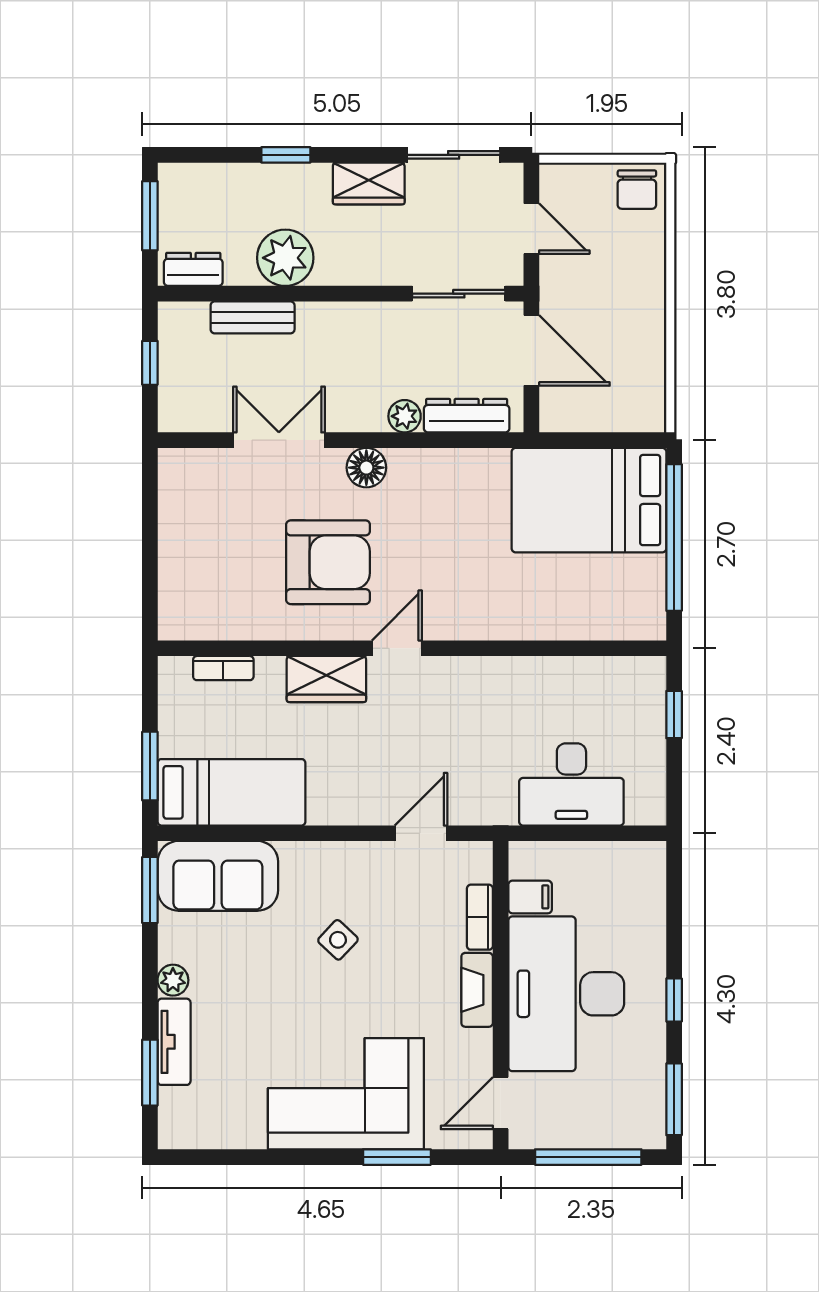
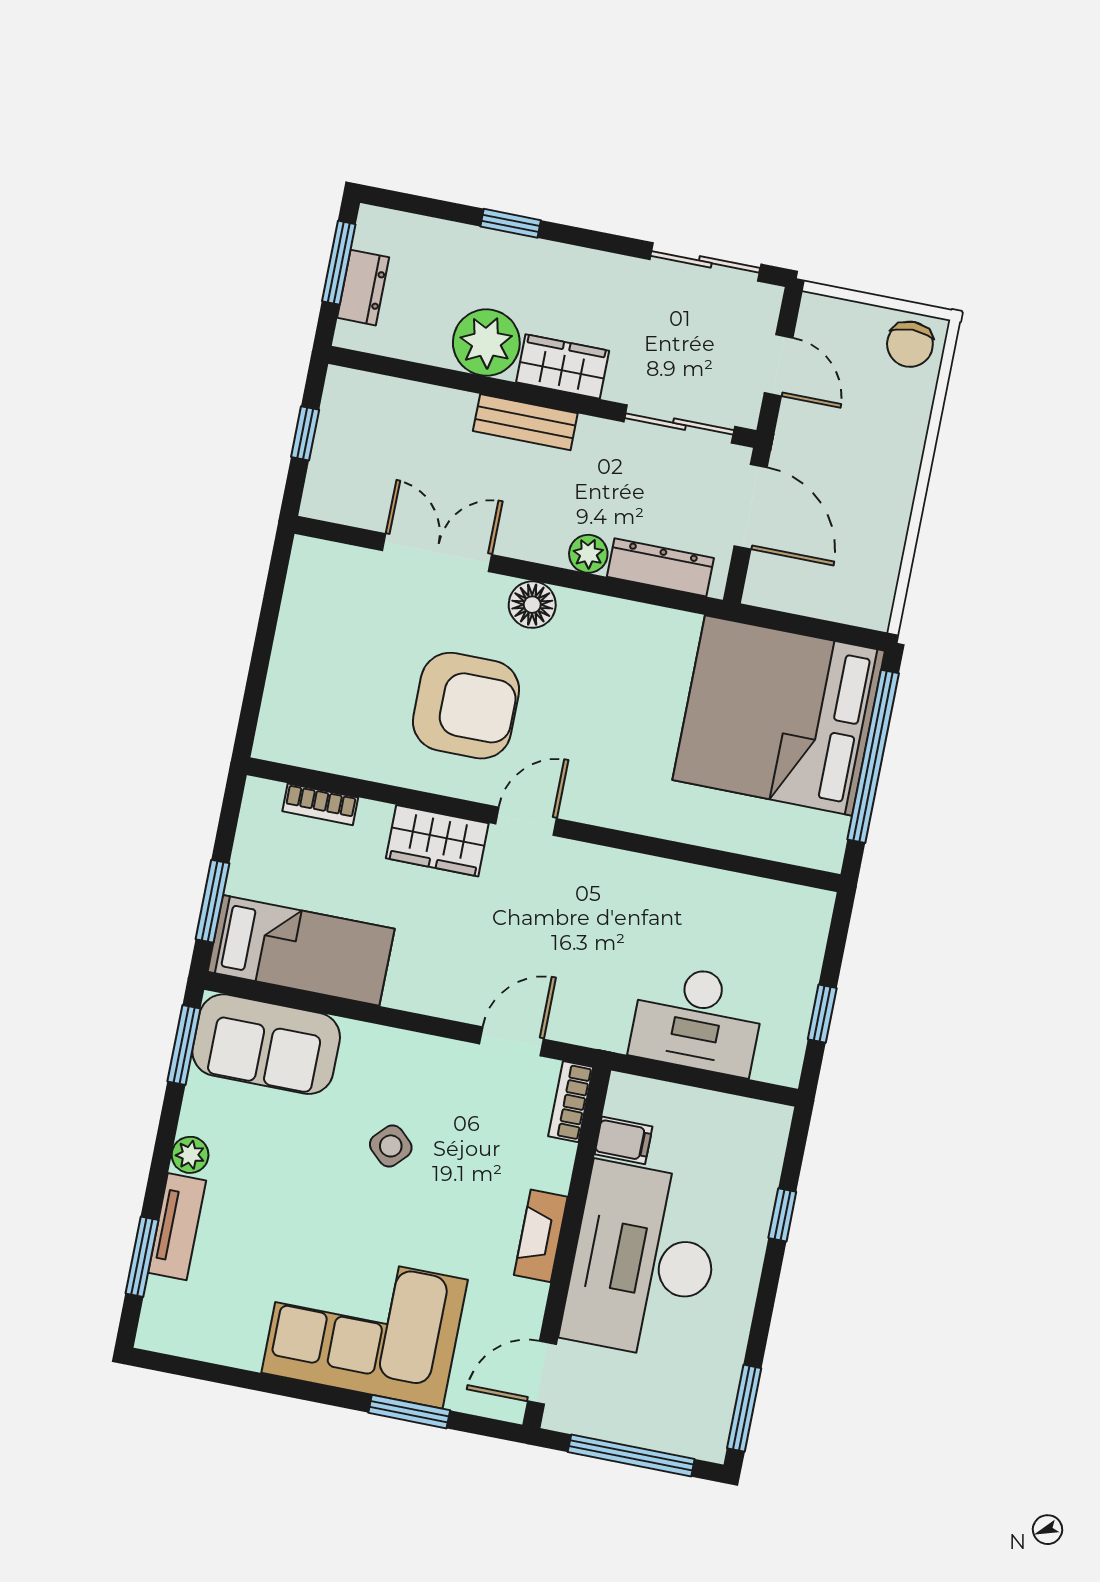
wardrobe: (369, 183) -> (563, 366), moved, turned 180
dresser: (193, 269) -> (363, 288), moved, turned 90
bench: (253, 317) -> (525, 422), moved
bed: (589, 500) -> (779, 715), width x1.36
window: (674, 715) -> (822, 1014), moved
bookcase: (480, 917) -> (571, 1102), moved
window: (674, 1000) -> (782, 1215), moved

